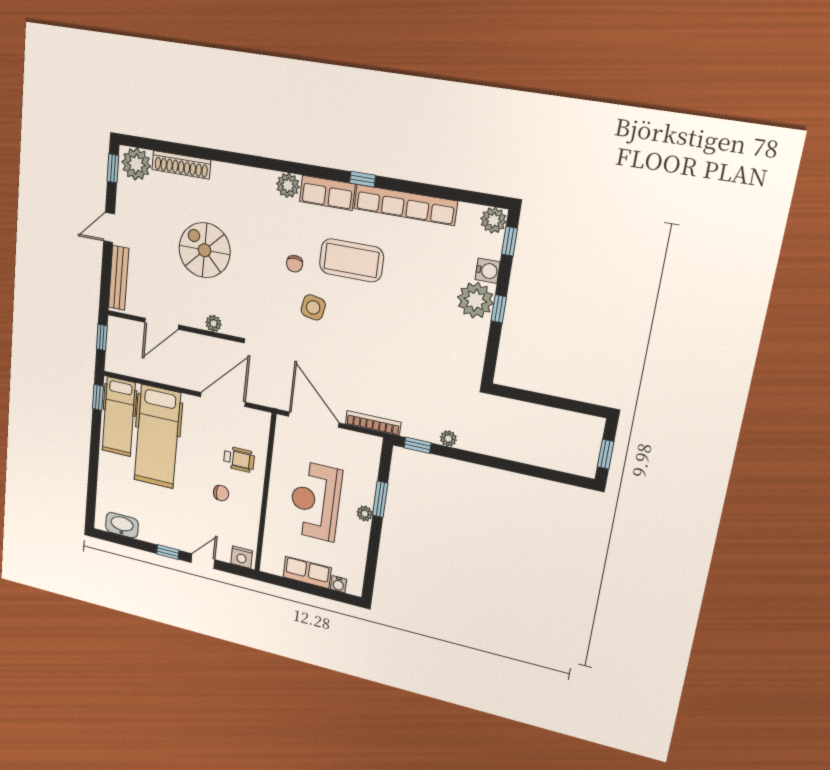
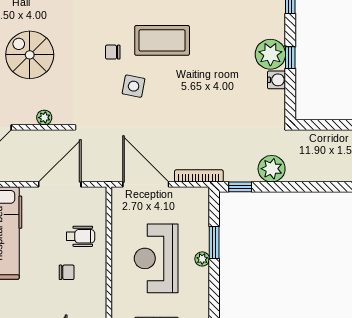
chair: (295, 264) -> (113, 52), turned 90
water cooler: (488, 271) -> (277, 80), moved
plant: (448, 439) -> (272, 169), width x1.88, depth x1.88

